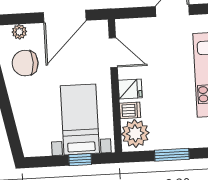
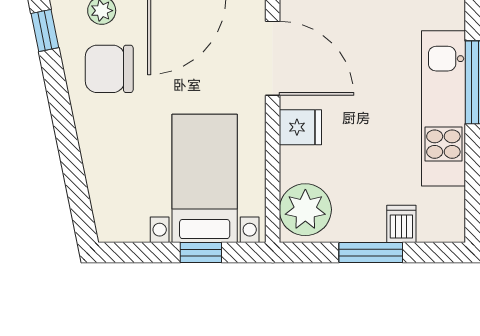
door: (113, 53) -> (273, 58), width x1.36
dishwasher: (130, 110) -> (401, 224), moved, turned -90

